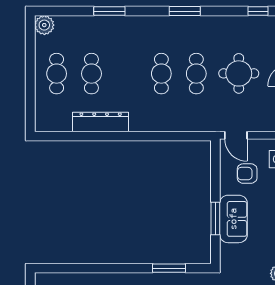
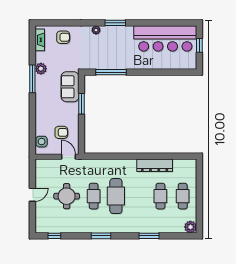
cafe table: (161, 74) -> (116, 196), width x1.37, depth x1.35
sofa: (233, 219) -> (70, 87), moved
window: (169, 268) -> (111, 72), width x1.44

